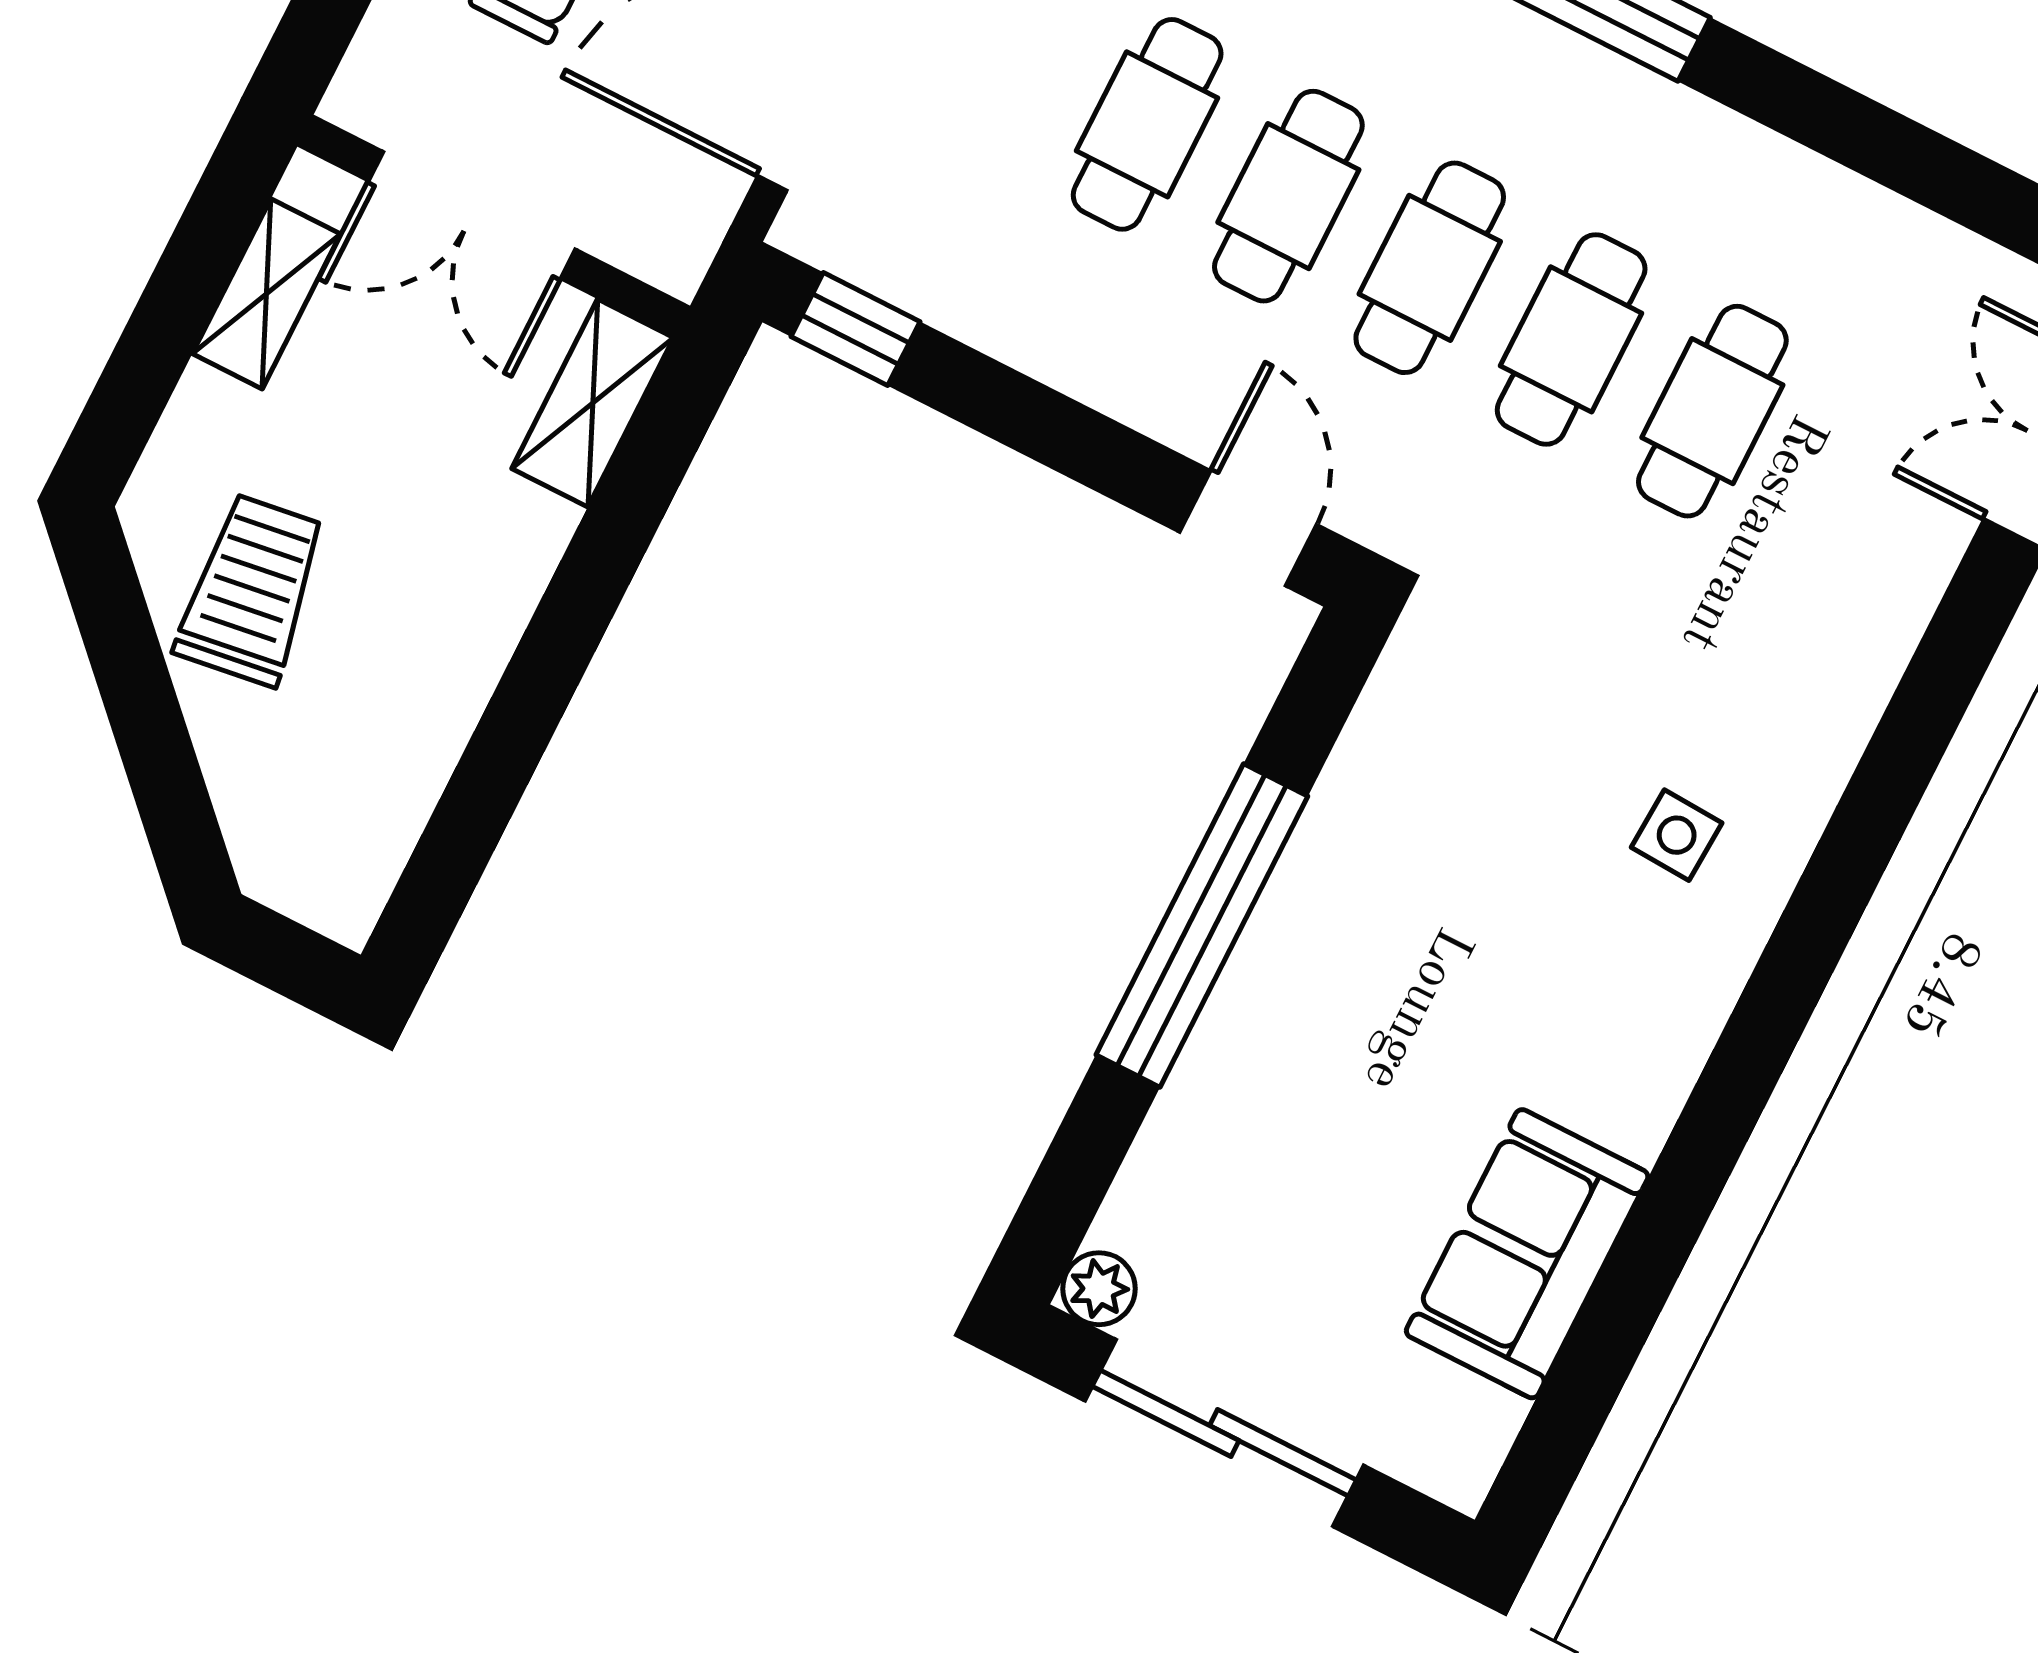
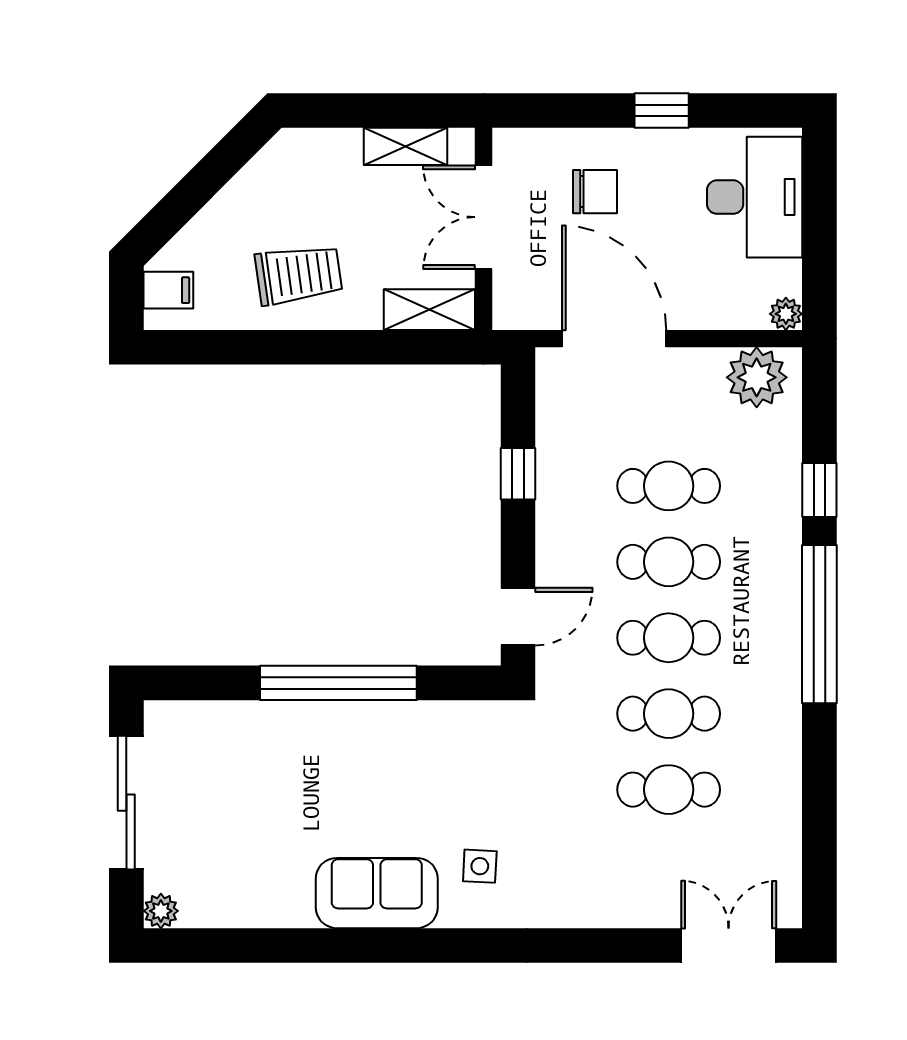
window: (855, 329) -> (518, 474), moved
trolley: (251, 590) -> (299, 275), moved
filing cabinet: (310, 871) -> (168, 290), added
sofa: (1527, 1254) -> (377, 893), moved
plant: (1099, 1289) -> (161, 911), moved

